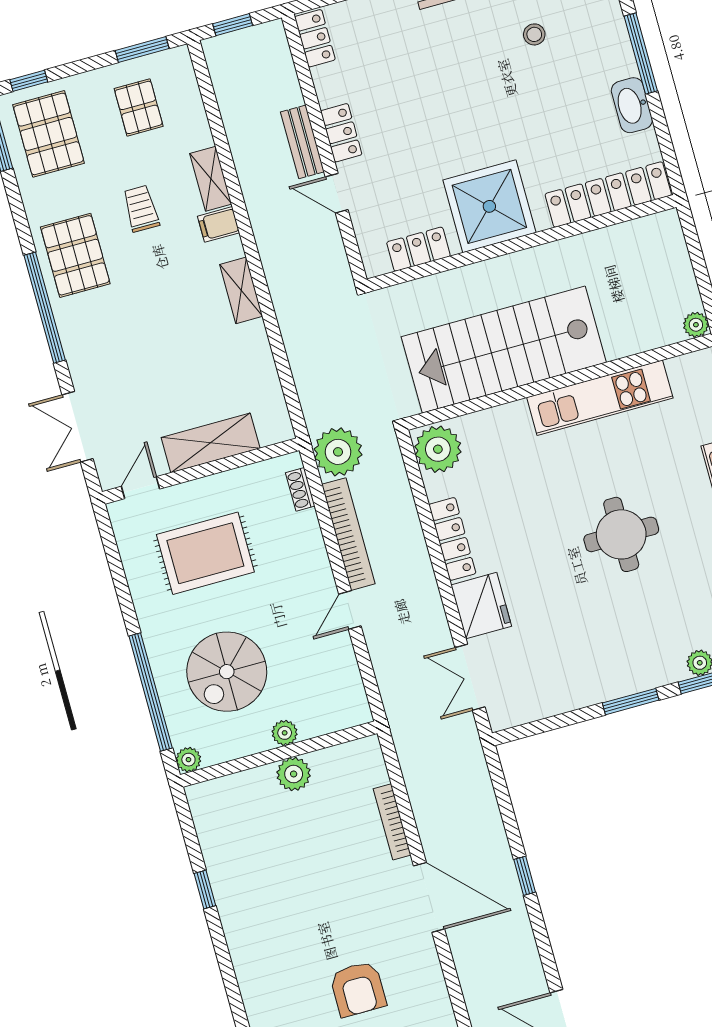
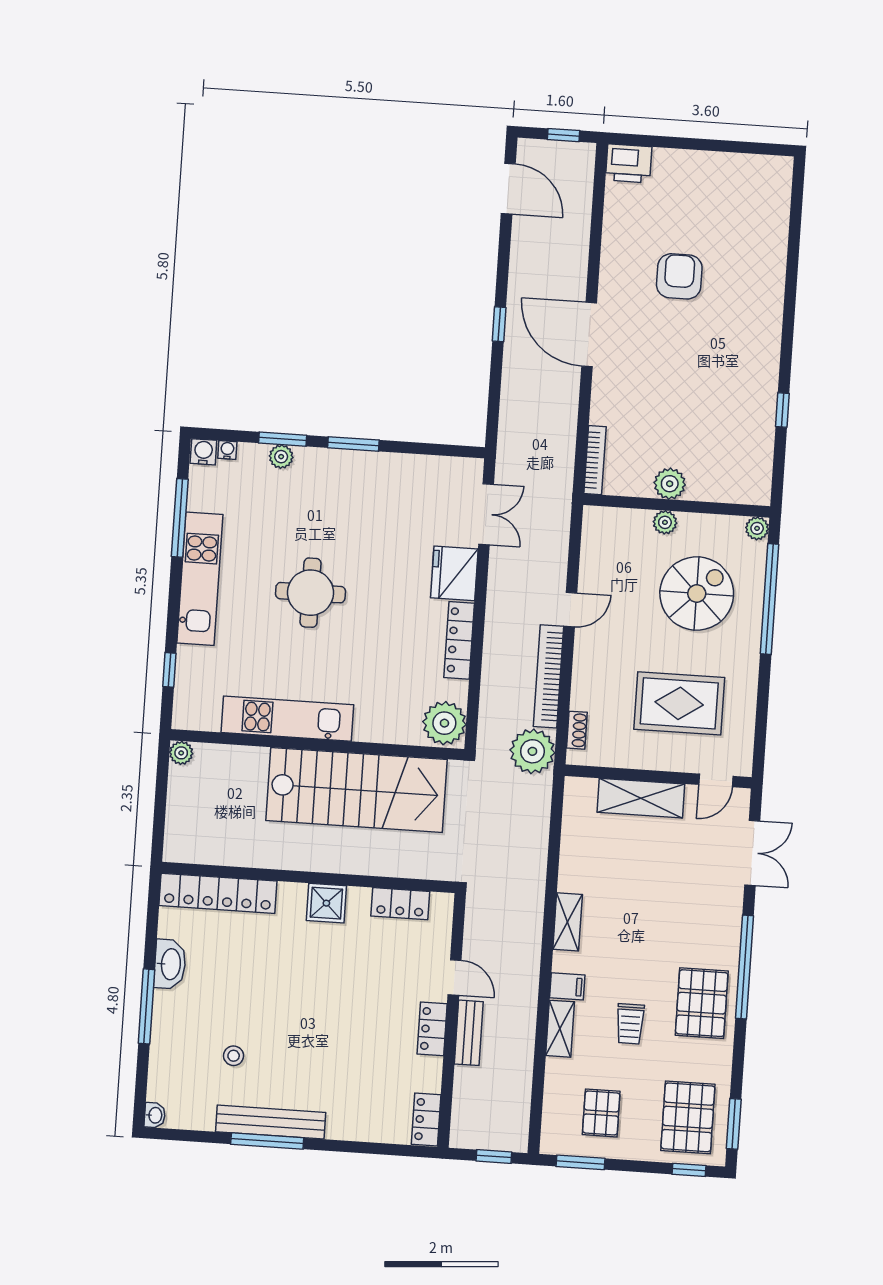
shower: (489, 206) -> (326, 903), width x0.54, depth x0.54
bookcase: (392, 822) -> (595, 460), moved

